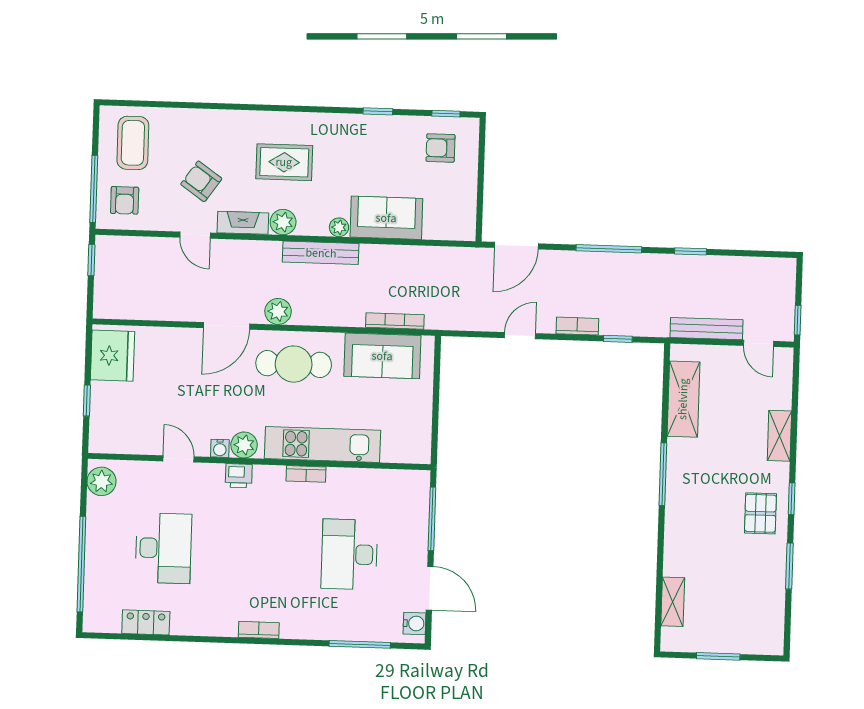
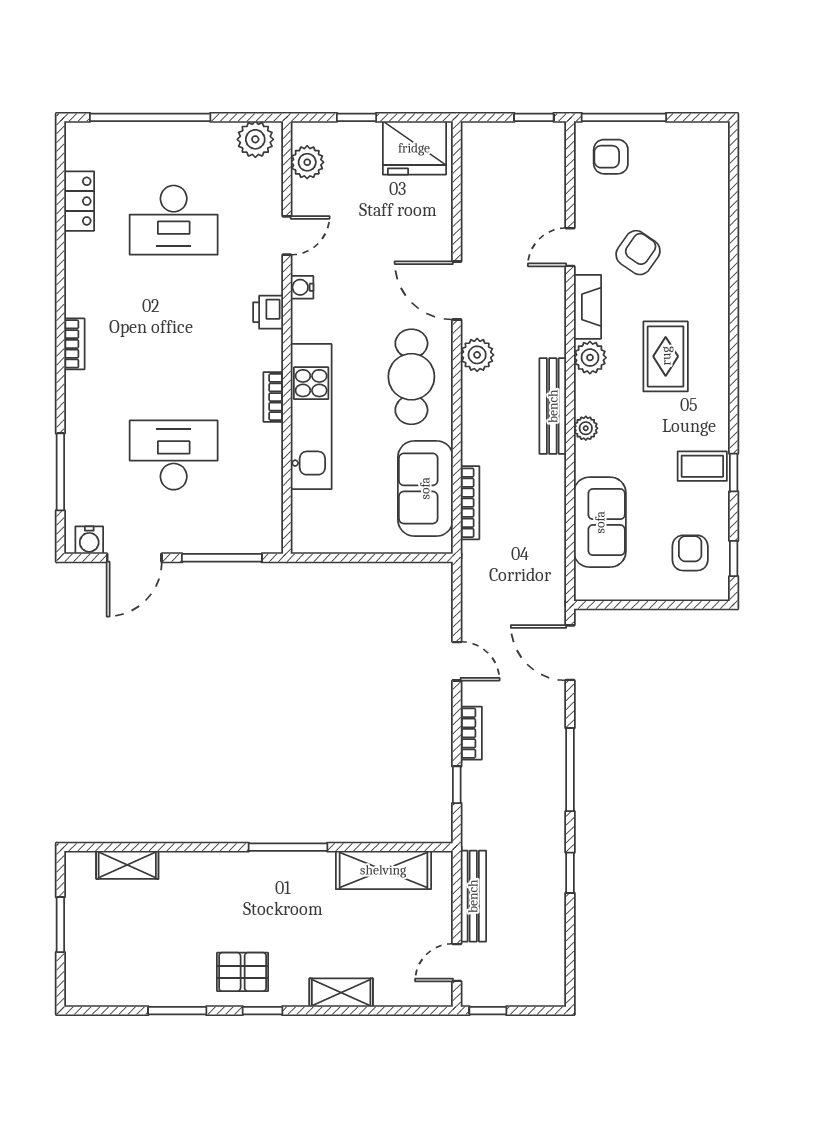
coffee table: (133, 143) -> (702, 466), moved, width x0.73, depth x0.77
sofa: (386, 218) -> (600, 522), moved
plant: (244, 445) -> (307, 162), moved

